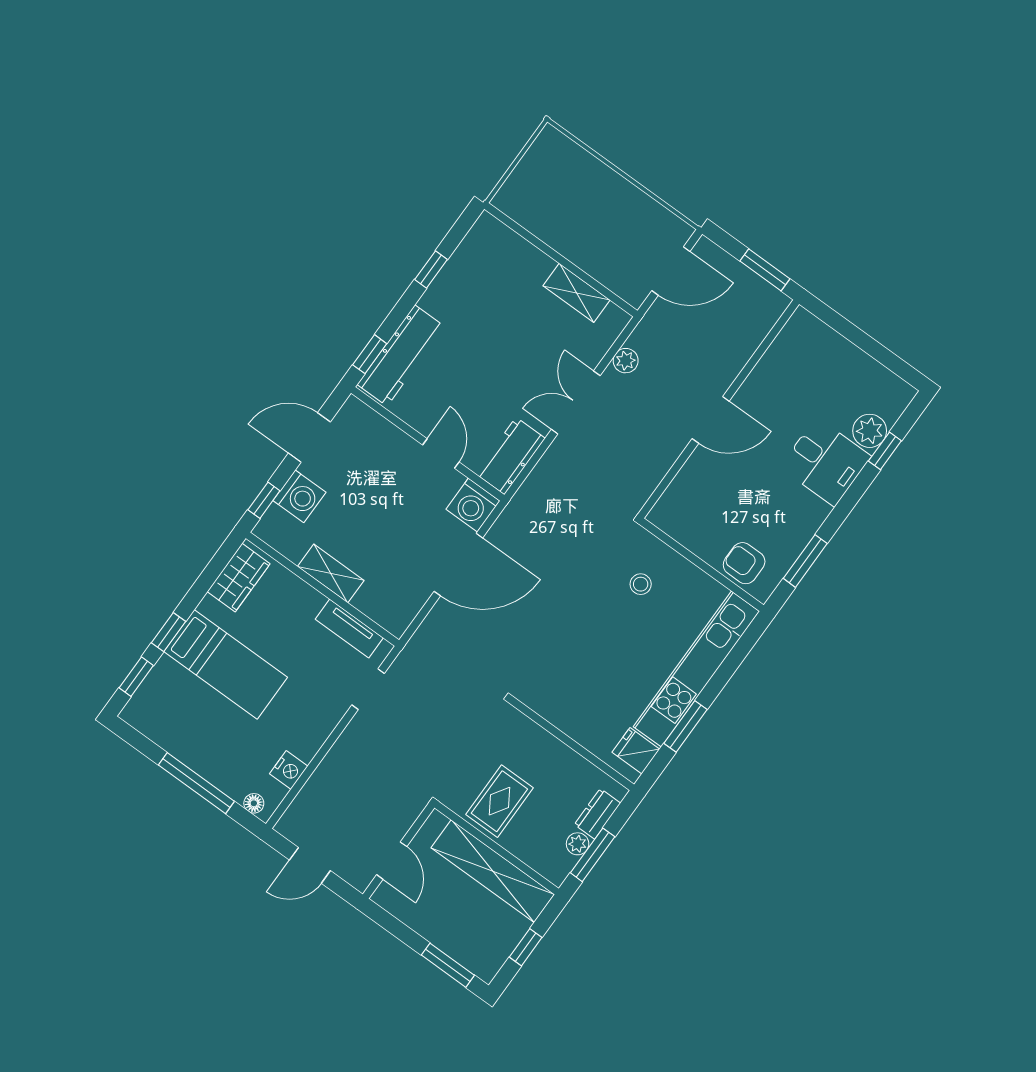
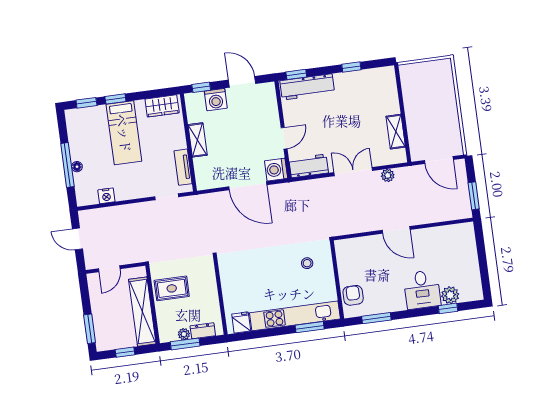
window: (686, 726) -> (310, 327), moved
floor lamp: (254, 803) -> (77, 167), moved

